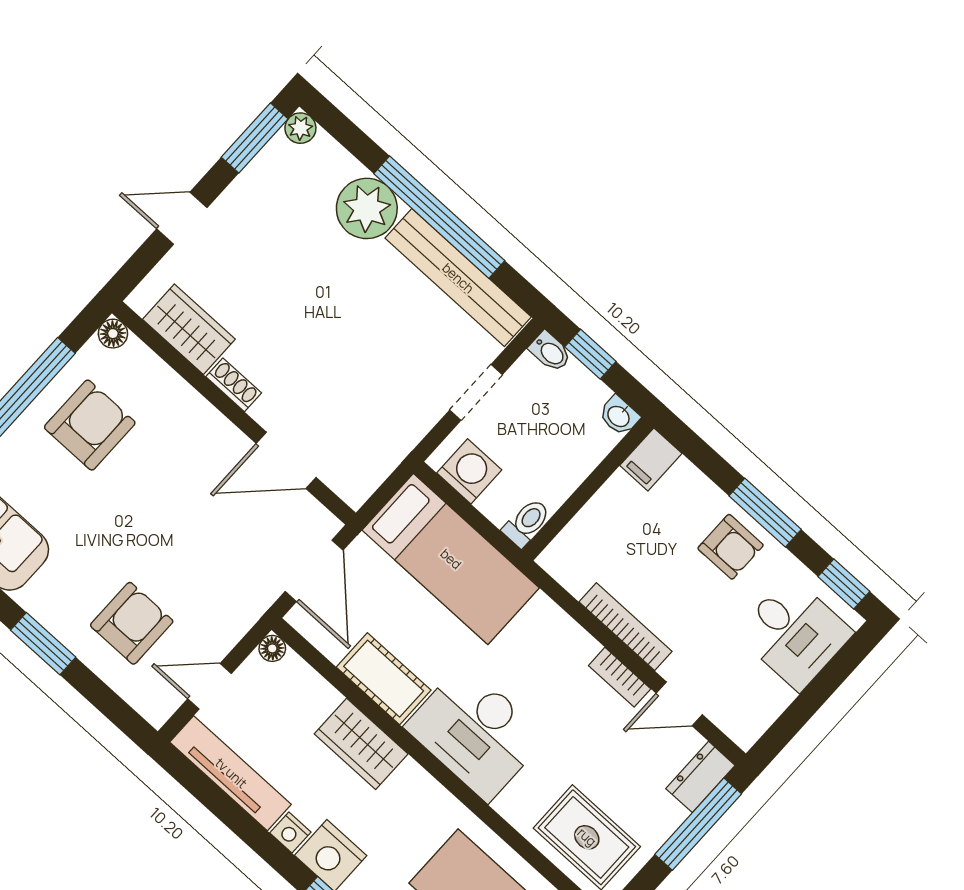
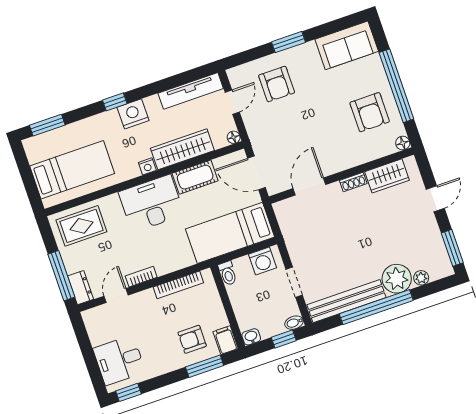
plant: (300, 128) -> (421, 278), moved
window: (765, 513) -> (205, 366), moved
armchair: (731, 547) -> (192, 339), moved
bookcase: (626, 627) -> (178, 285), moved
wardrobe: (361, 744) -> (182, 149), width x1.50
nightstand: (290, 833) -> (147, 166), moved, turned 180

